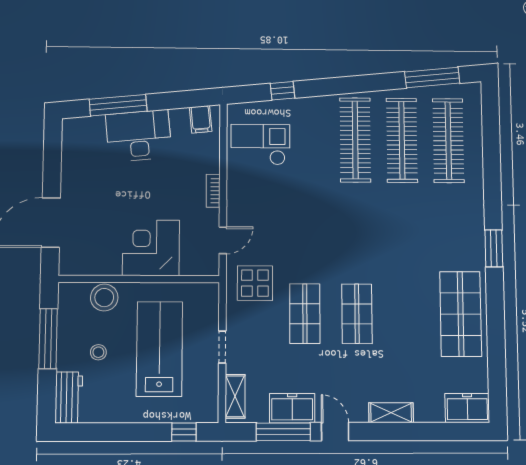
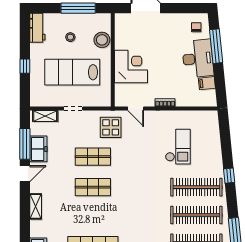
window: (283, 91) -> (229, 176), moved
filing cabinet: (201, 119) -> (207, 83), moved
chair: (85, 138) -> (196, 27), added
checkout: (260, 145) -> (178, 147), moved
lab bench: (159, 349) -> (72, 72), turned 180
workbench: (69, 398) -> (37, 28), moved, turned -90
window: (184, 432) -> (25, 66), moved

